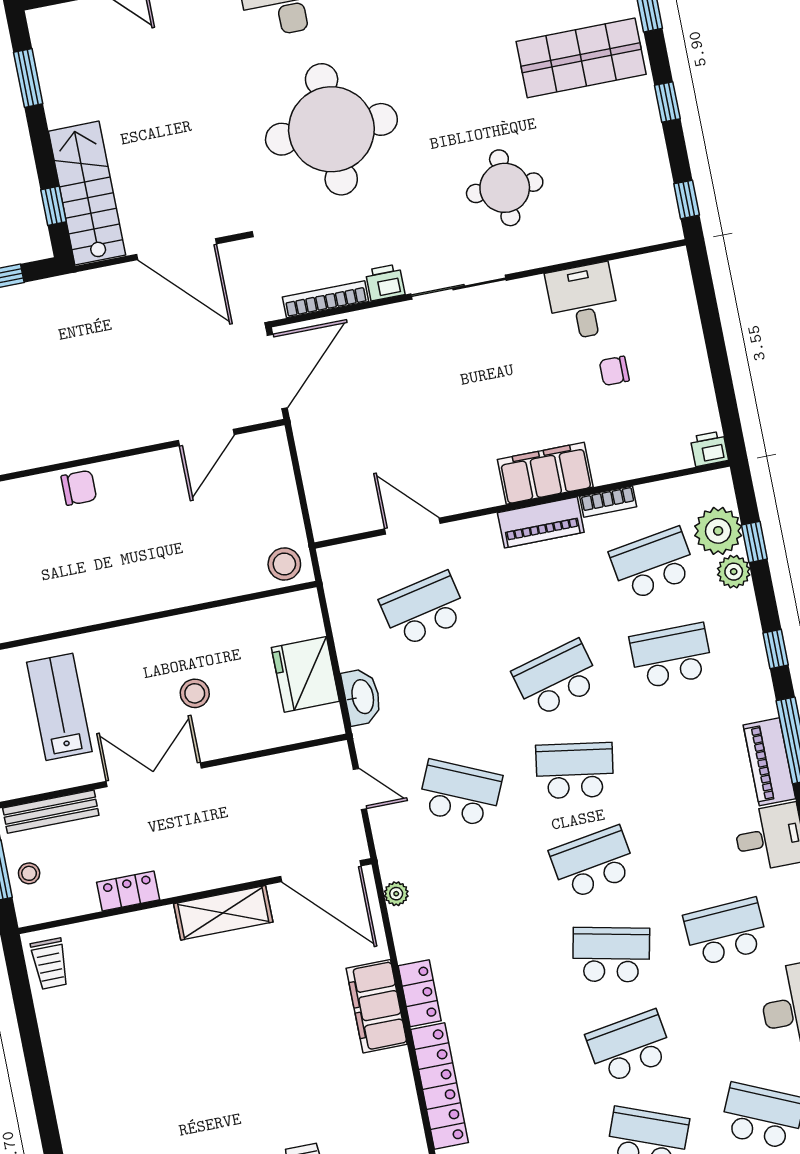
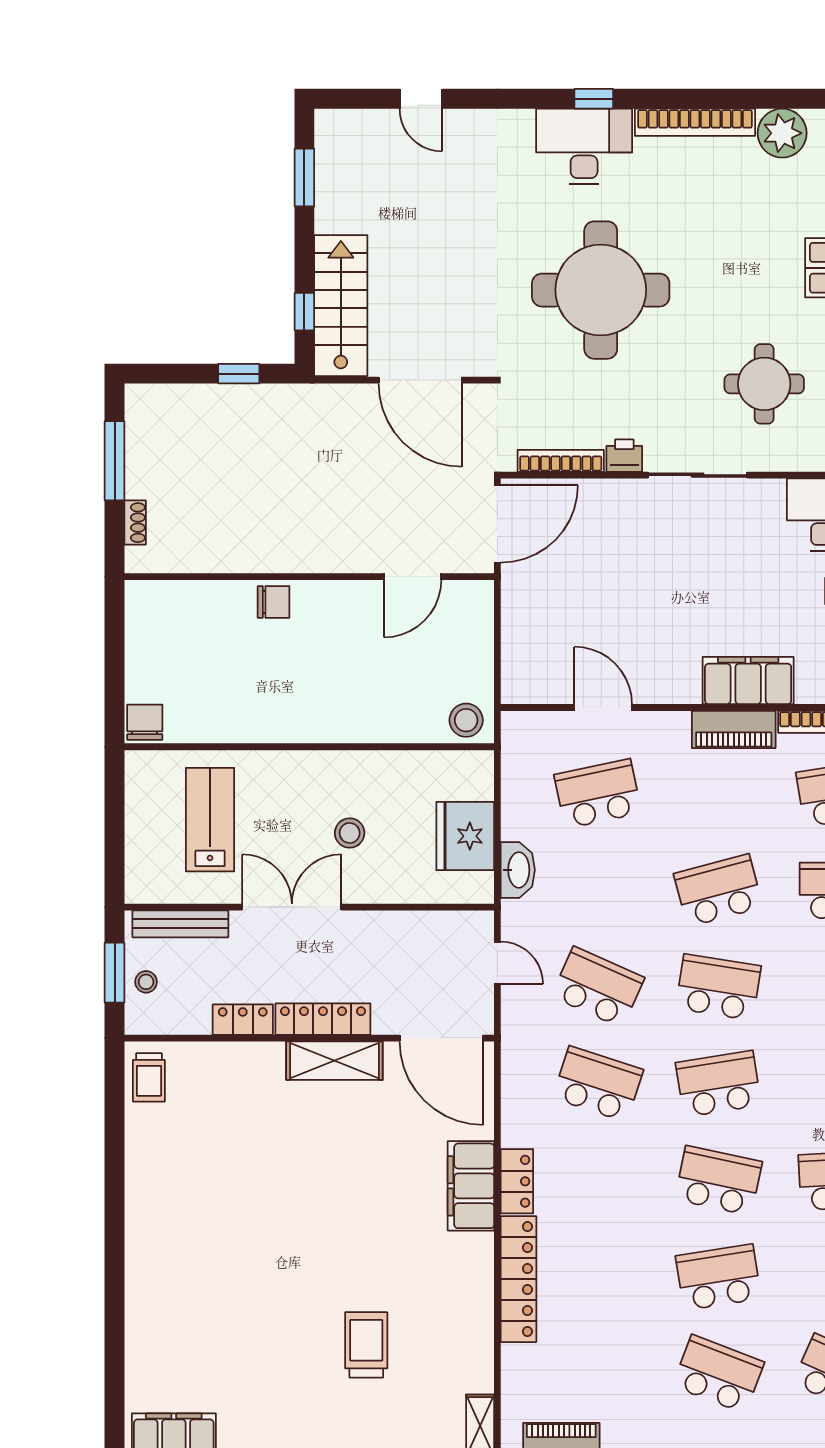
locker: (204, 875) -> (323, 1019), added
school desk: (478, 885) -> (598, 1084), added
plant: (396, 894) -> (513, 1076), removed

